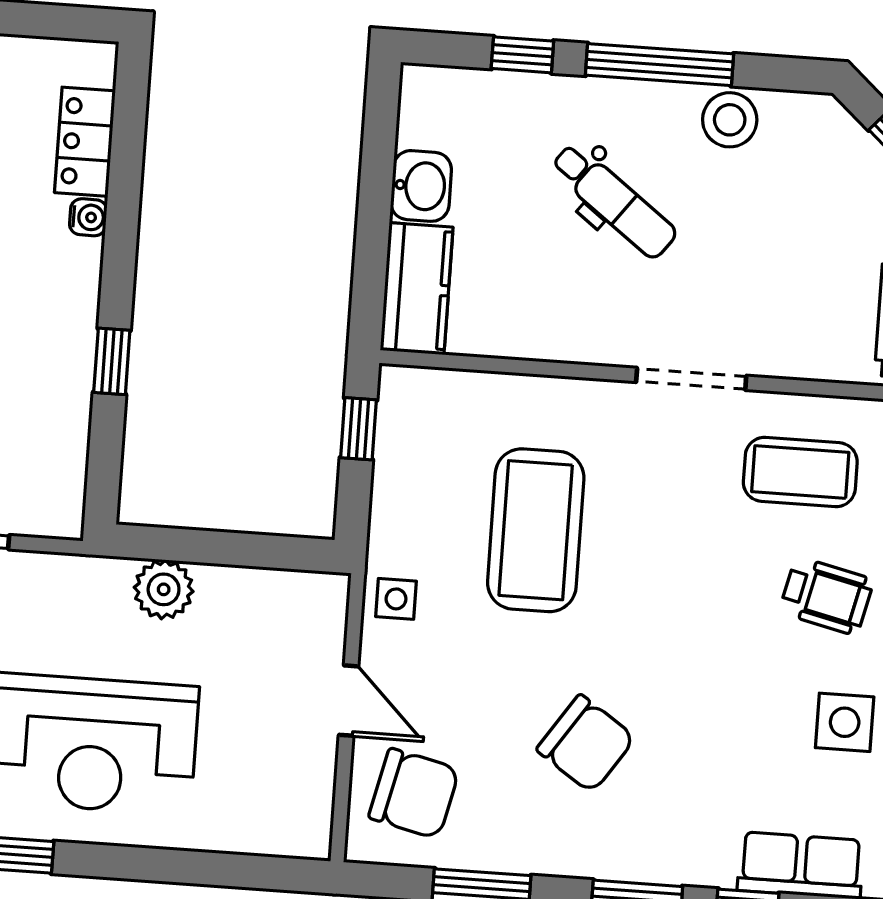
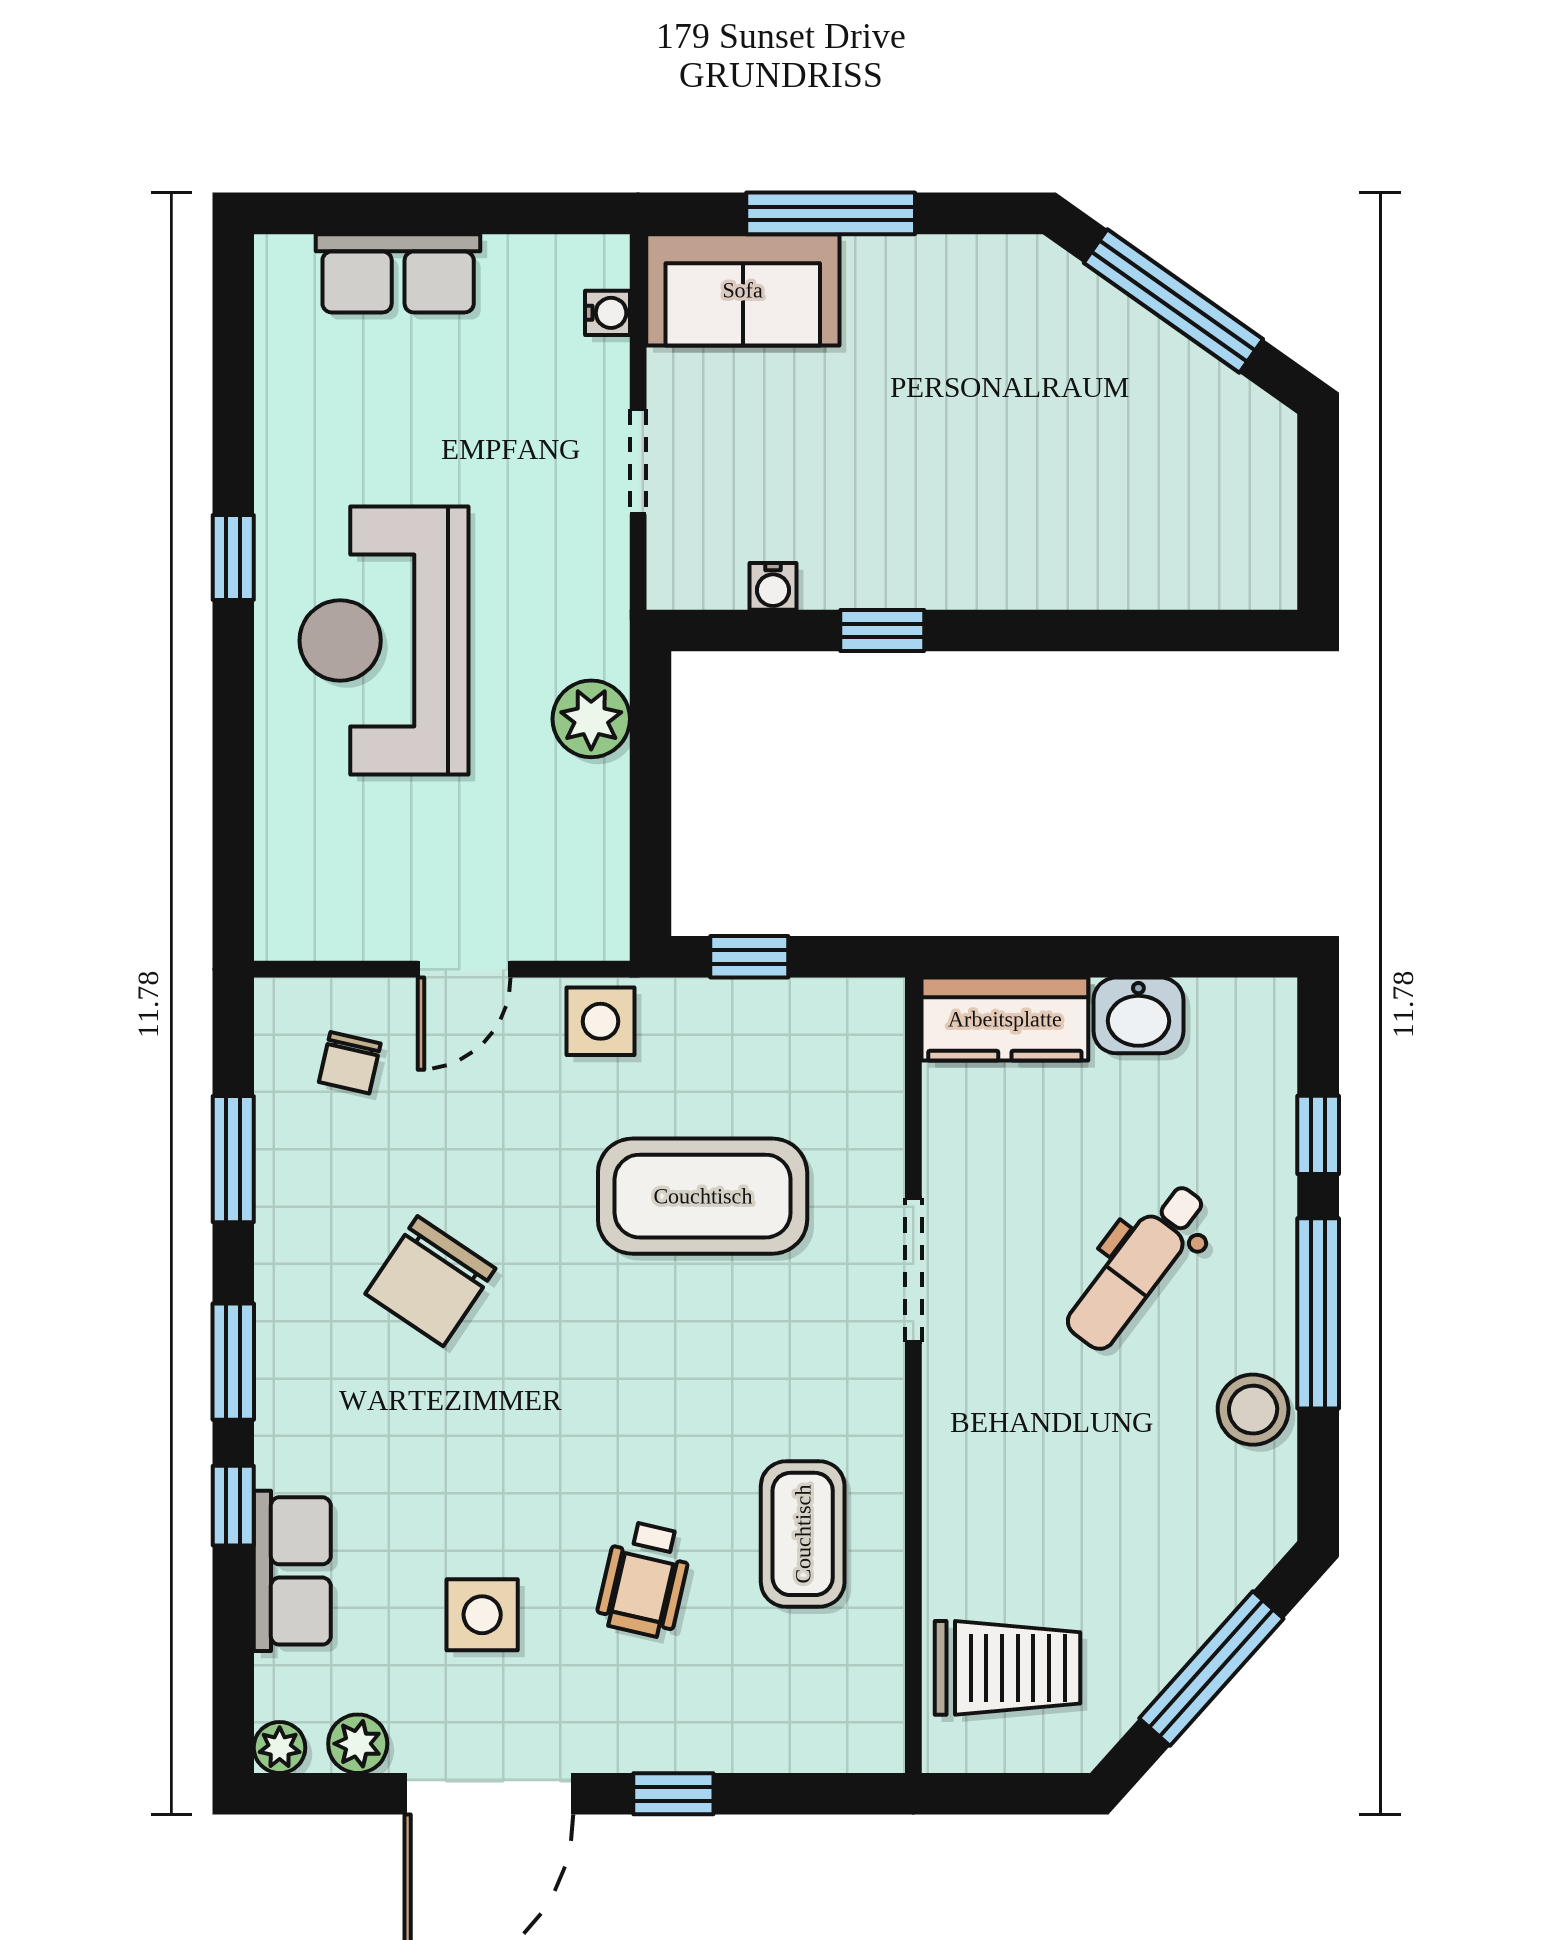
locker: (85, 142) -> (1165, 575), removed
water cooler: (88, 217) -> (773, 586), moved
doorway: (691, 379) -> (913, 1270), moved
window: (359, 429) -> (749, 957), moved
side table: (396, 599) -> (600, 1021), width x1.37, depth x1.37
chair: (414, 793) -> (350, 1063), width x0.54, depth x0.54

